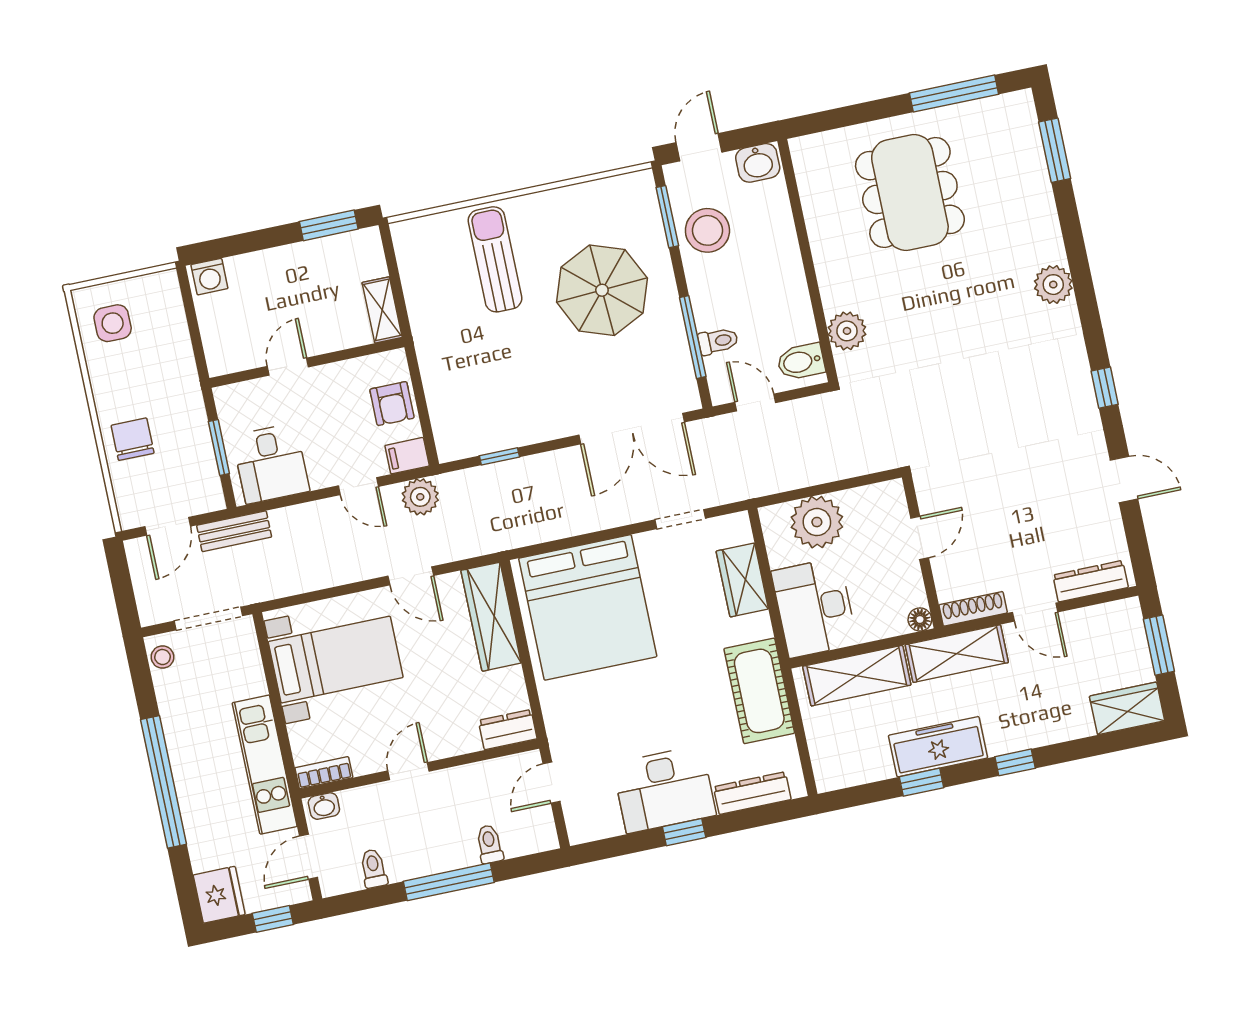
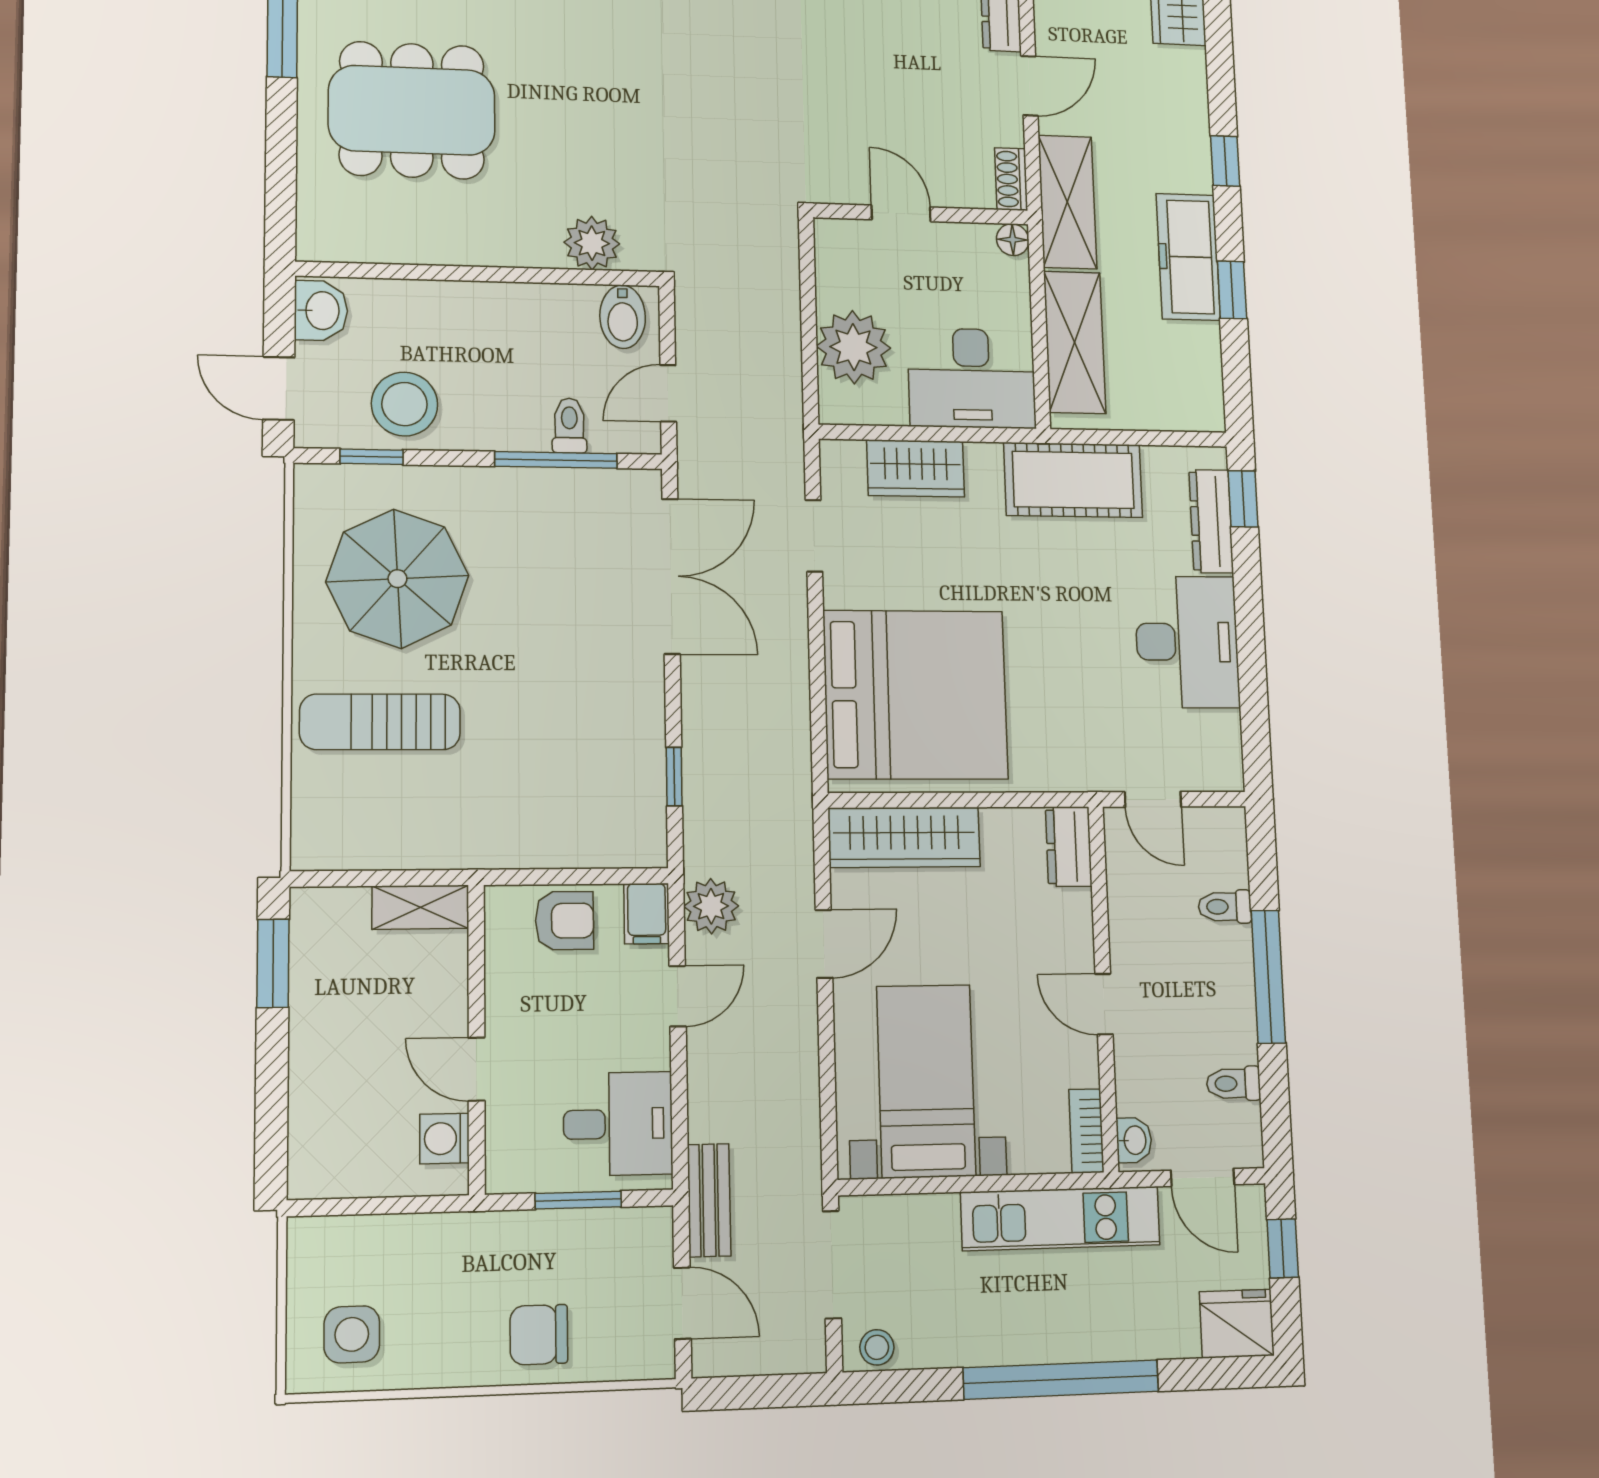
window: (667, 217) -> (372, 457), width x0.67
washing machine: (209, 277) -> (444, 1139), moved, turned 180
parasol: (602, 290) -> (397, 579), moved
shoe rack: (973, 609) -> (1011, 179), width x0.70
window: (684, 832) -> (1243, 499), moved

